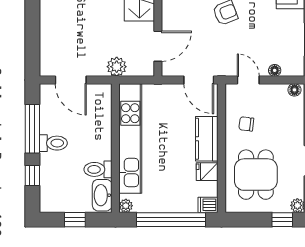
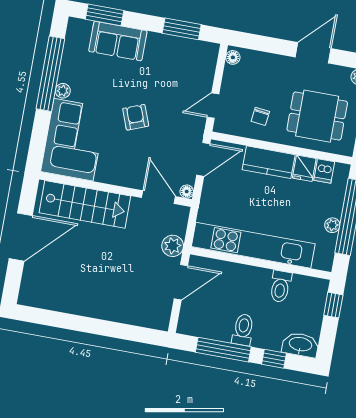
floor lamp: (275, 70) -> (187, 191), moved
door: (71, 80) -> (181, 282), moved
washbasin: (102, 195) -> (300, 345), moved, turned 180
dishwasher: (208, 205) -> (324, 171), moved
plant: (126, 206) -> (332, 225), moved
window: (75, 220) -> (333, 305), moved

